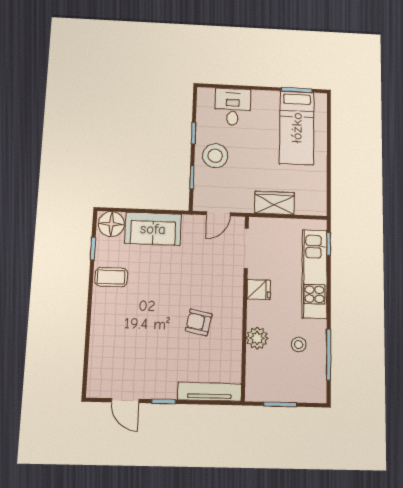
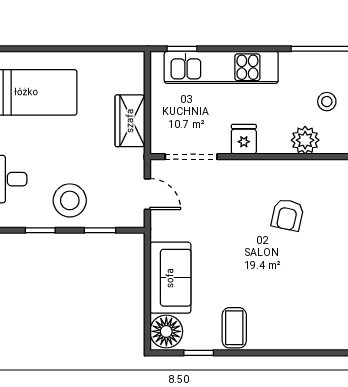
stool: (299, 344) -> (327, 102), moved

